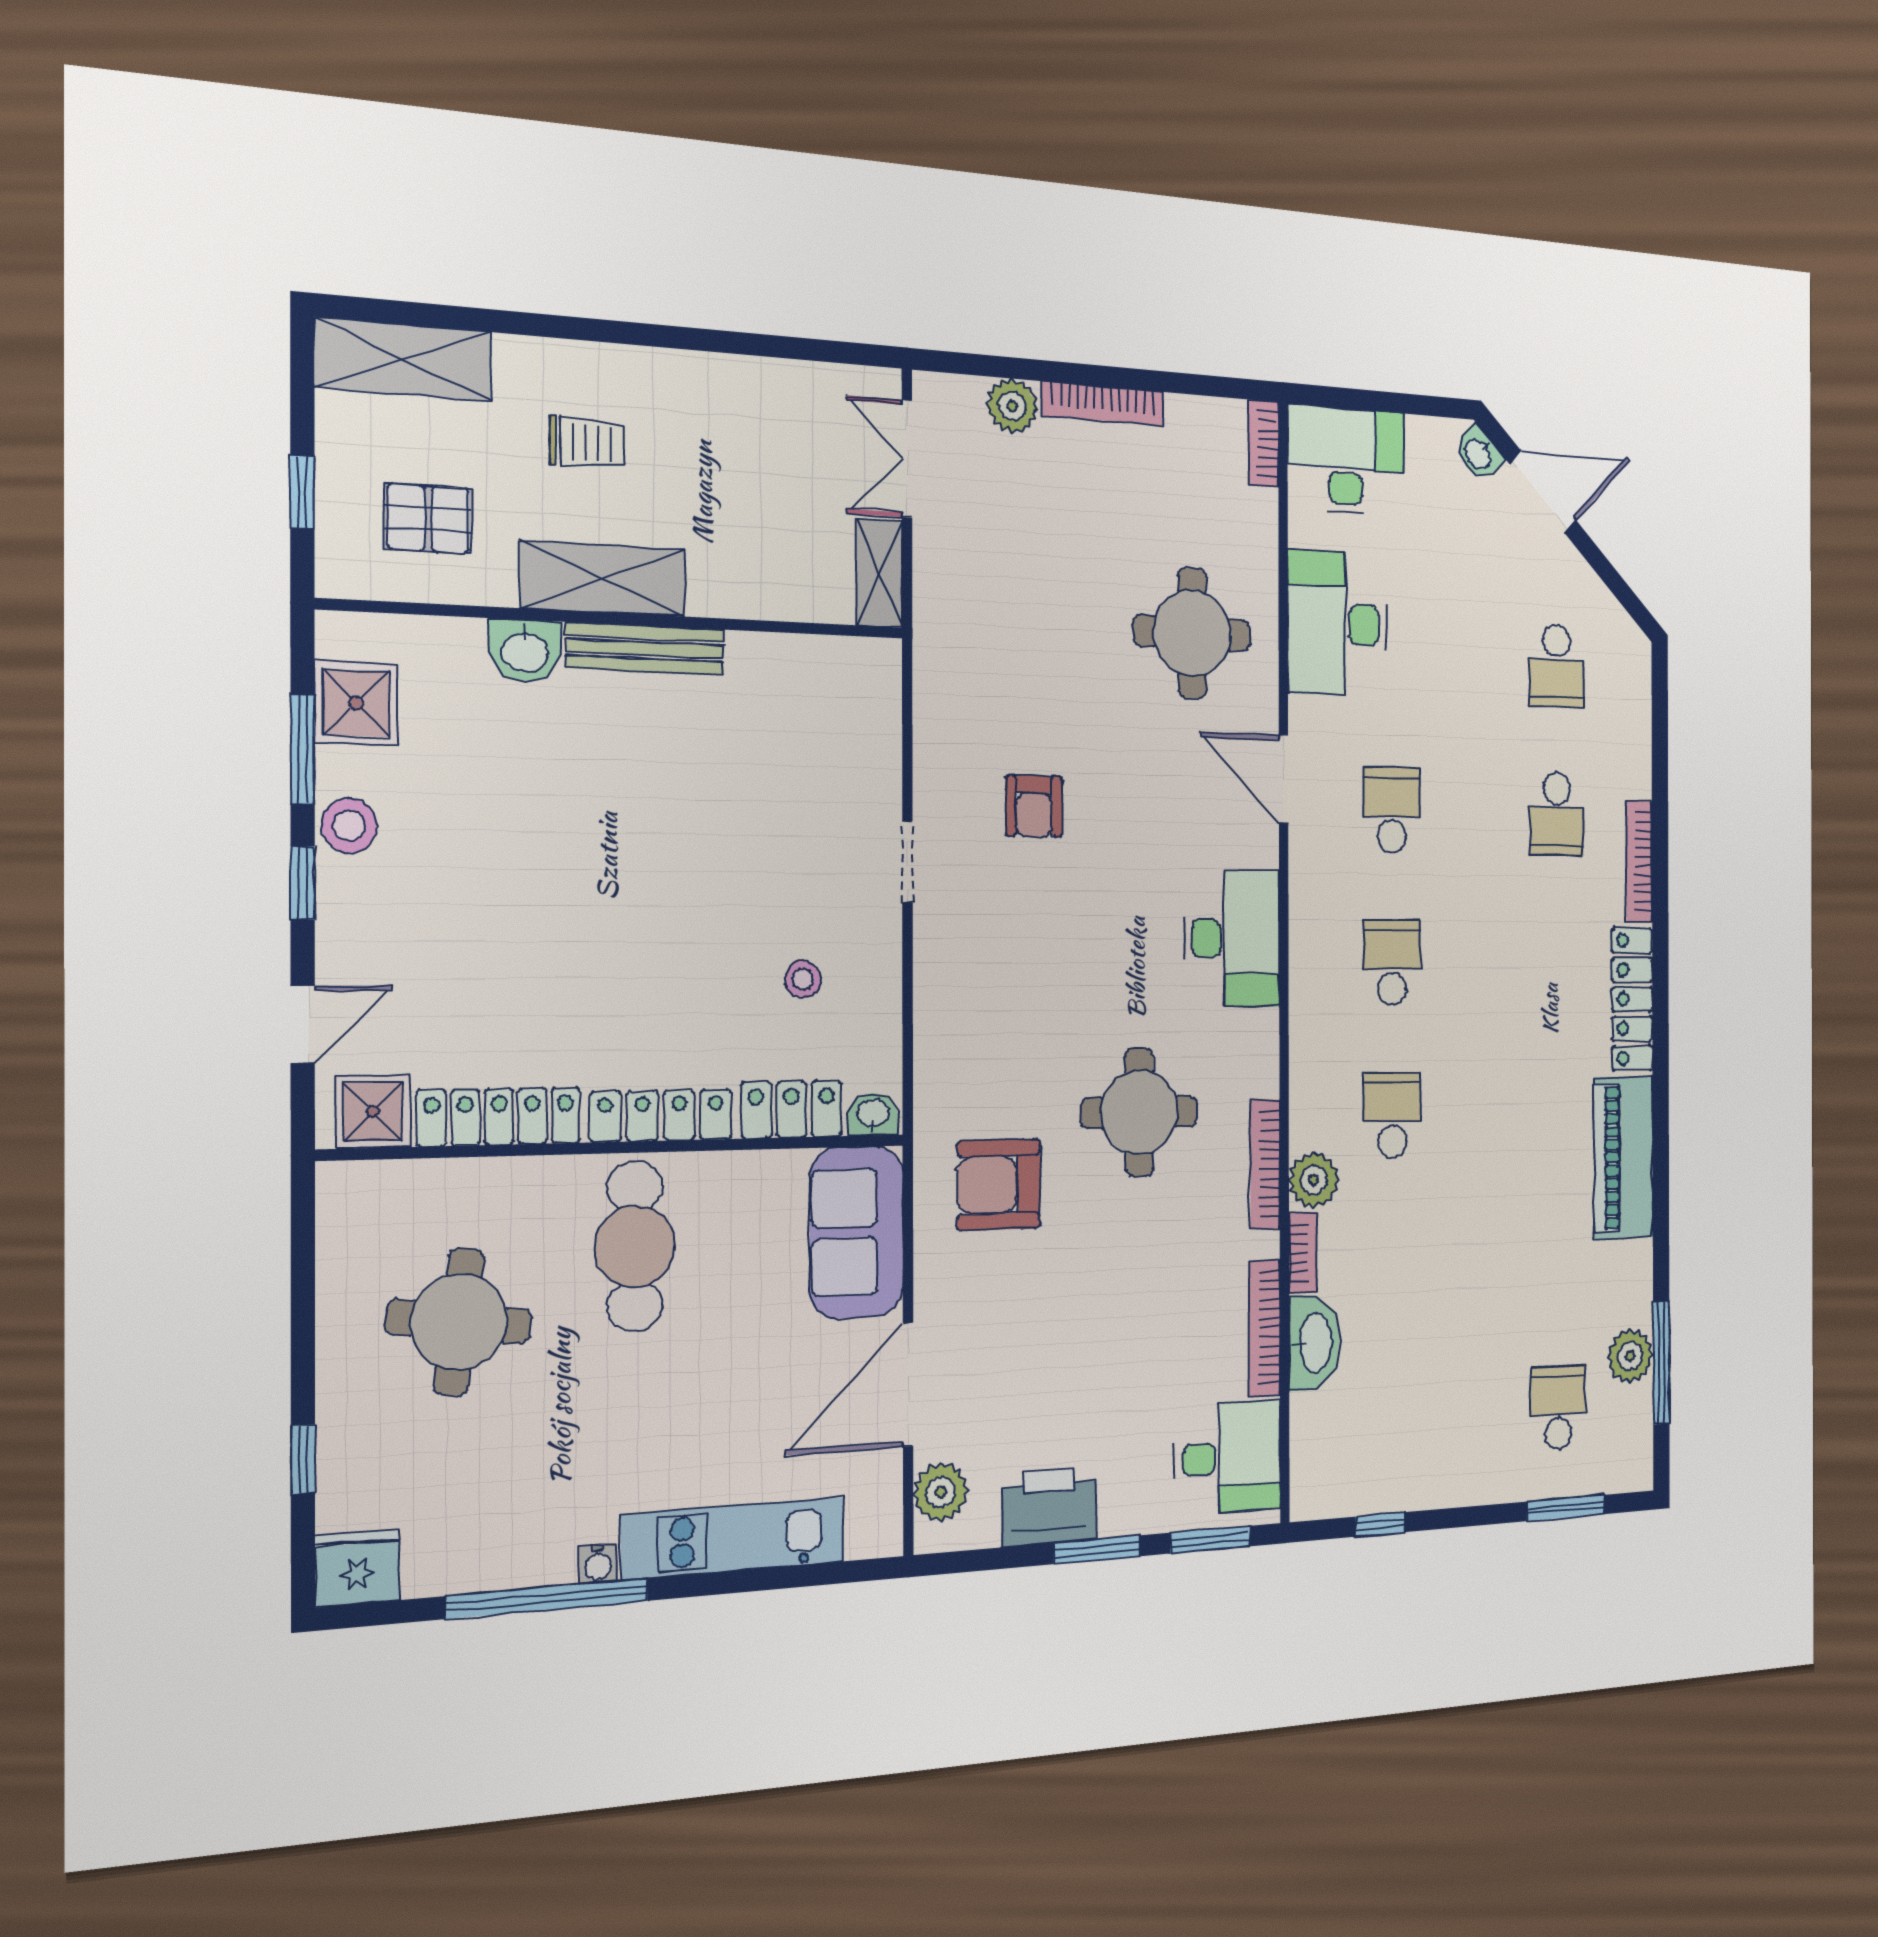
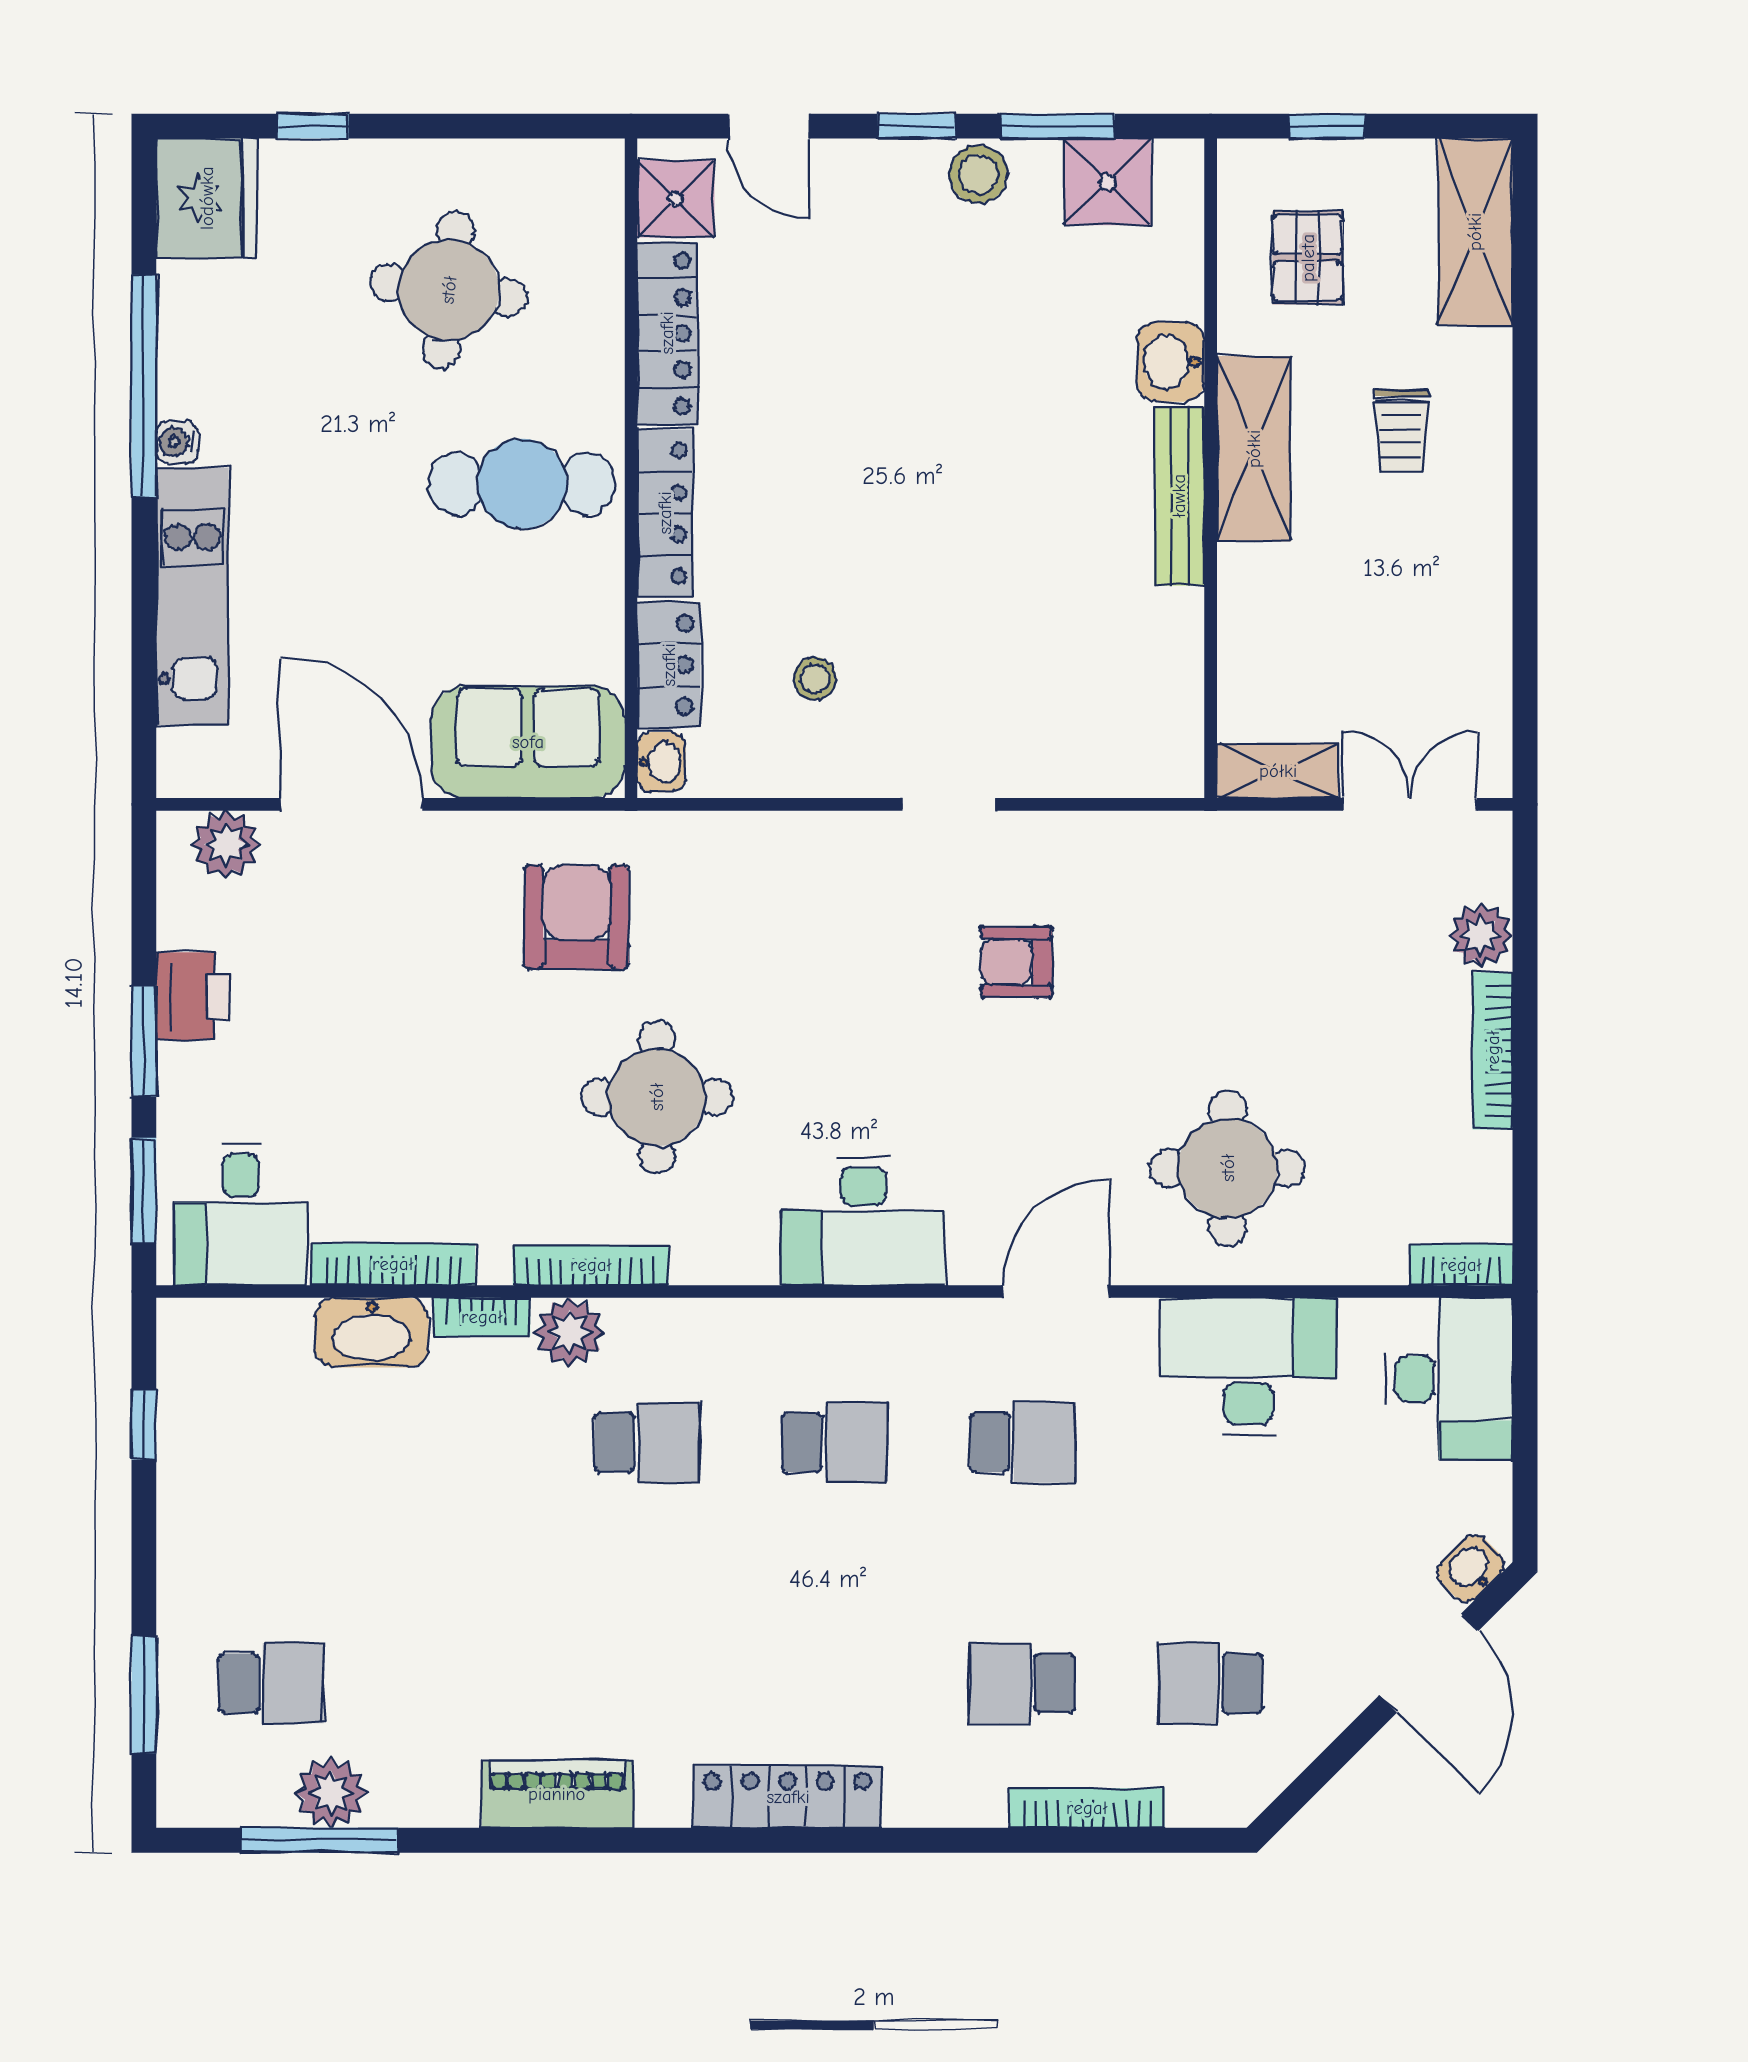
bookcase: (1639, 862) -> (1087, 1808), moved
piano: (1624, 1158) -> (557, 1794), width x0.73, depth x0.75
printer: (1049, 1506) -> (192, 996), width x0.73, depth x0.84
fridge: (357, 1568) -> (207, 198), width x1.36, depth x1.34

